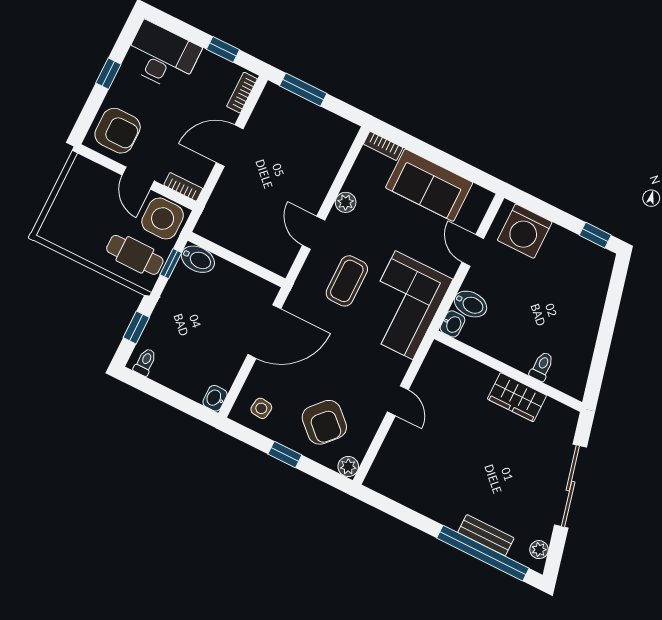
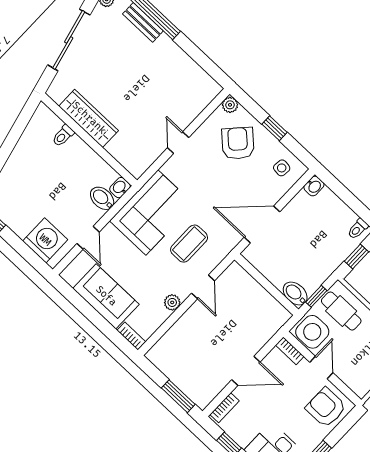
wardrobe: (517, 397) -> (89, 118), width x1.50

